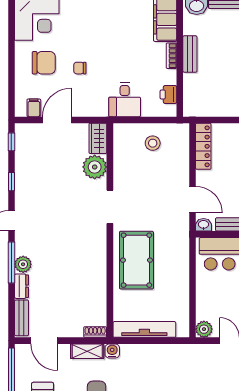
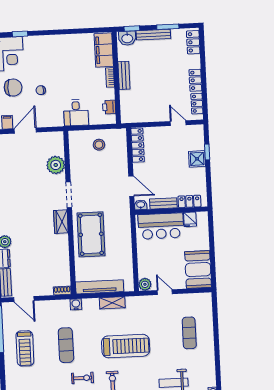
wardrobe: (98, 138) -> (61, 222), moved
shelving: (87, 351) -> (112, 303), moved

